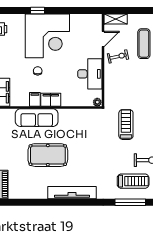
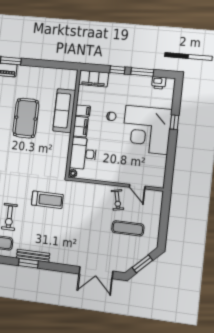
shelving: (116, 19) -> (157, 202), removed
desk: (90, 74) -> (83, 154), moved, turned 90

